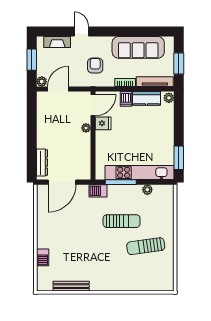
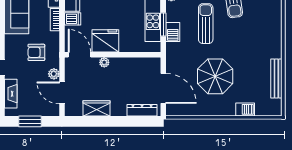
plant: (42, 82) -> (54, 74), moved
wardrobe: (44, 121) -> (96, 108), added
fridge: (103, 123) -> (105, 41), width x1.88, depth x1.34
window: (121, 182) -> (163, 25), width x0.69
barbecue: (98, 191) -> (173, 32), moved
parasol: (73, 230) -> (215, 76), added

